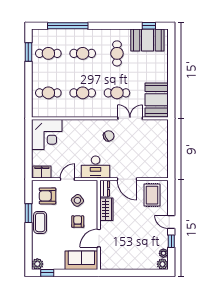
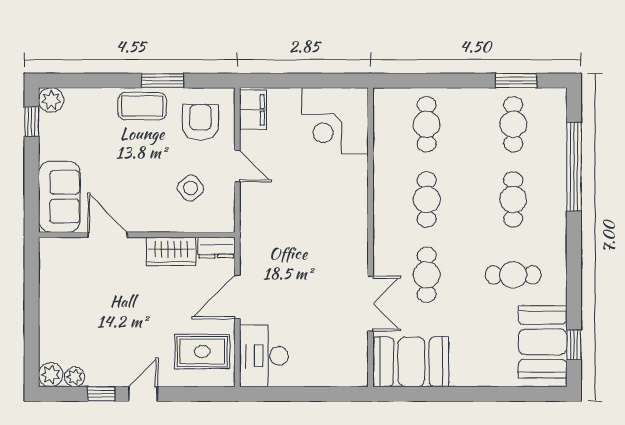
chair: (109, 136) -> (332, 256), removed
desk: (96, 167) -> (264, 356), moved
armchair: (78, 222) -> (144, 189), removed

